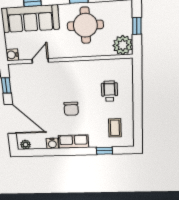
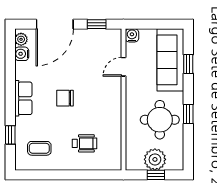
plant: (123, 45) -> (155, 159), moved
door: (40, 61) -> (123, 67), swing flipped
water cooler: (52, 143) -> (22, 54), moved

